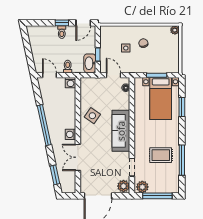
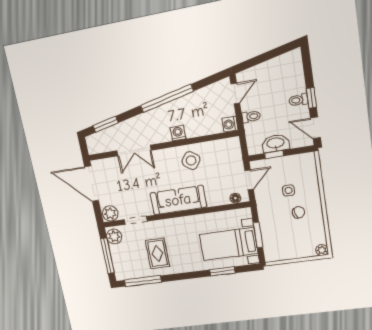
washbasin: (90, 63) -> (275, 143), moved
washing machine: (71, 134) -> (178, 133), moved
double door: (78, 157) -> (134, 150), swing flipped
window: (182, 160) -> (143, 281), moved

